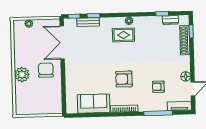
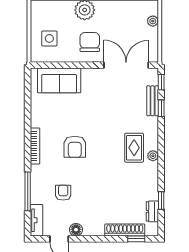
chair: (46, 70) -> (90, 42), turned -90
armchair: (124, 79) -> (75, 147), turned 180
side table: (44, 100) -> (49, 38), added
sofa: (94, 104) -> (59, 80), moved, turned 90

